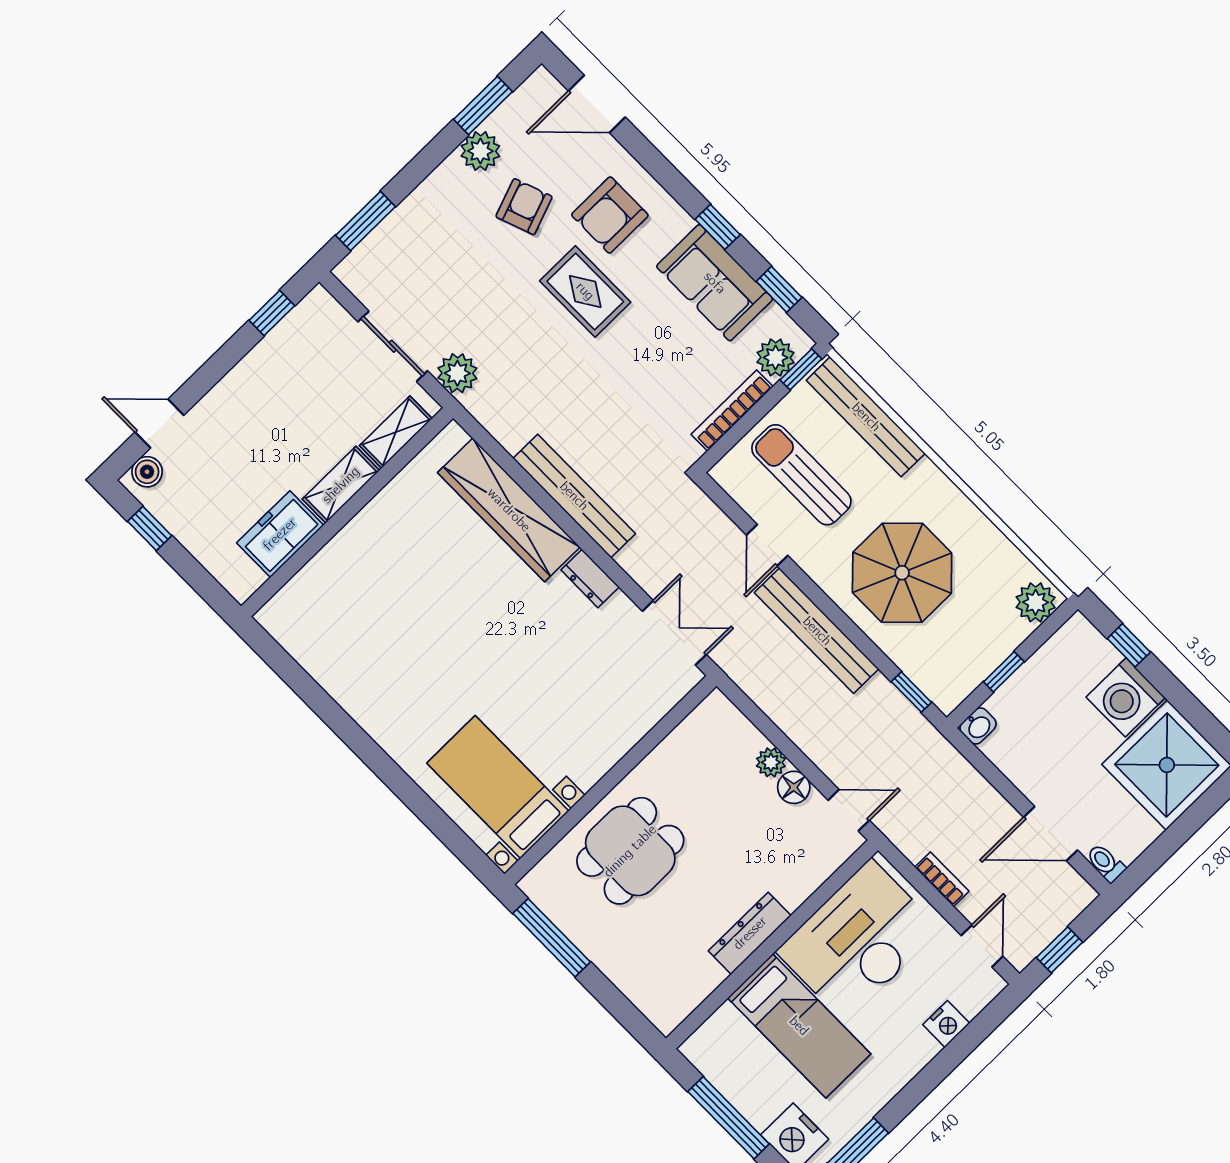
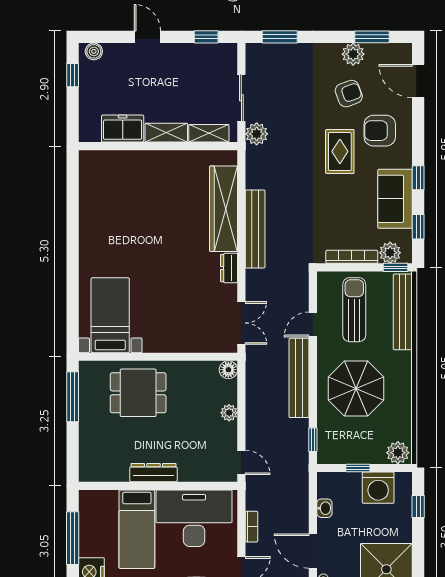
door: (159, 424) -> (147, 37), moved
washing machine: (1126, 697) -> (378, 488), moved, turned -90
washbasin: (978, 726) -> (324, 508), moved, turned -90
floor lamp: (794, 787) -> (228, 370), moved

